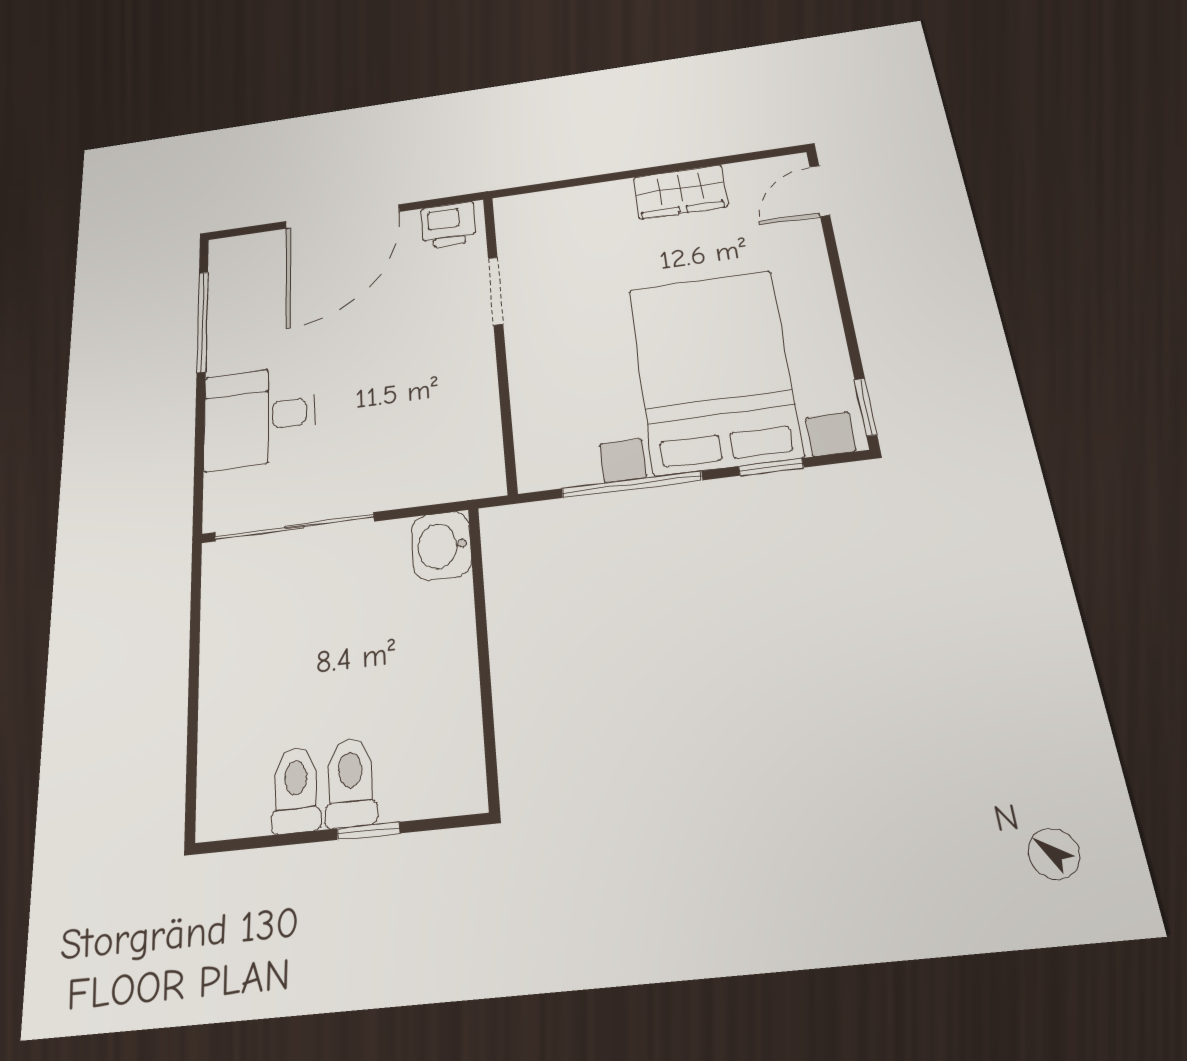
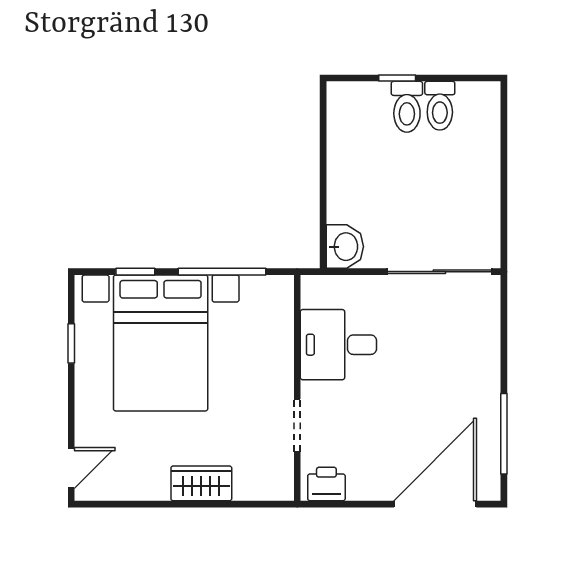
wardrobe: (680, 192) -> (201, 483), moved
door: (342, 217) -> (435, 504), moved
window: (866, 407) -> (71, 343), moved
desk: (259, 417) -> (338, 345), moved, turned 180

